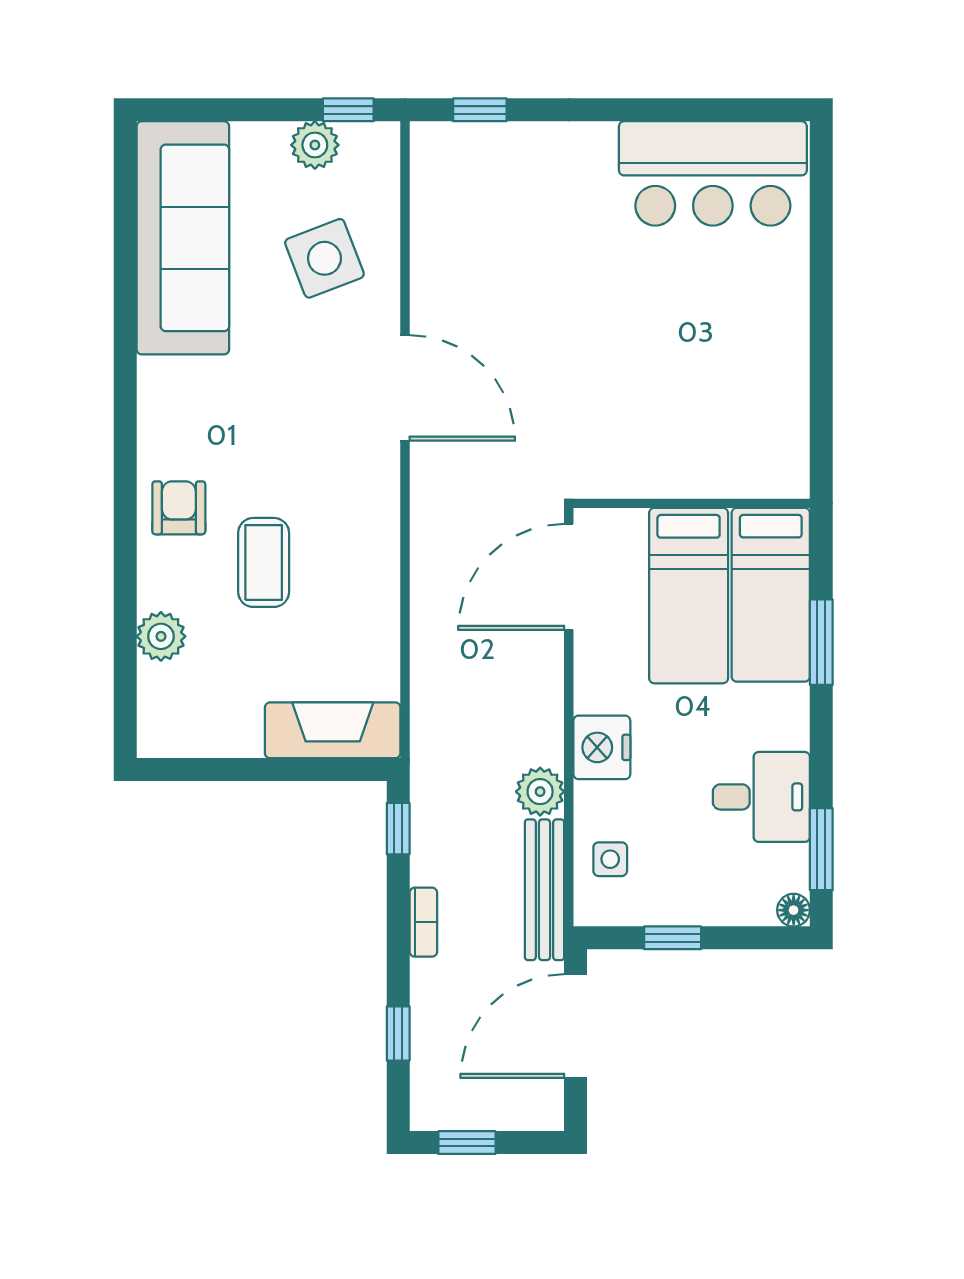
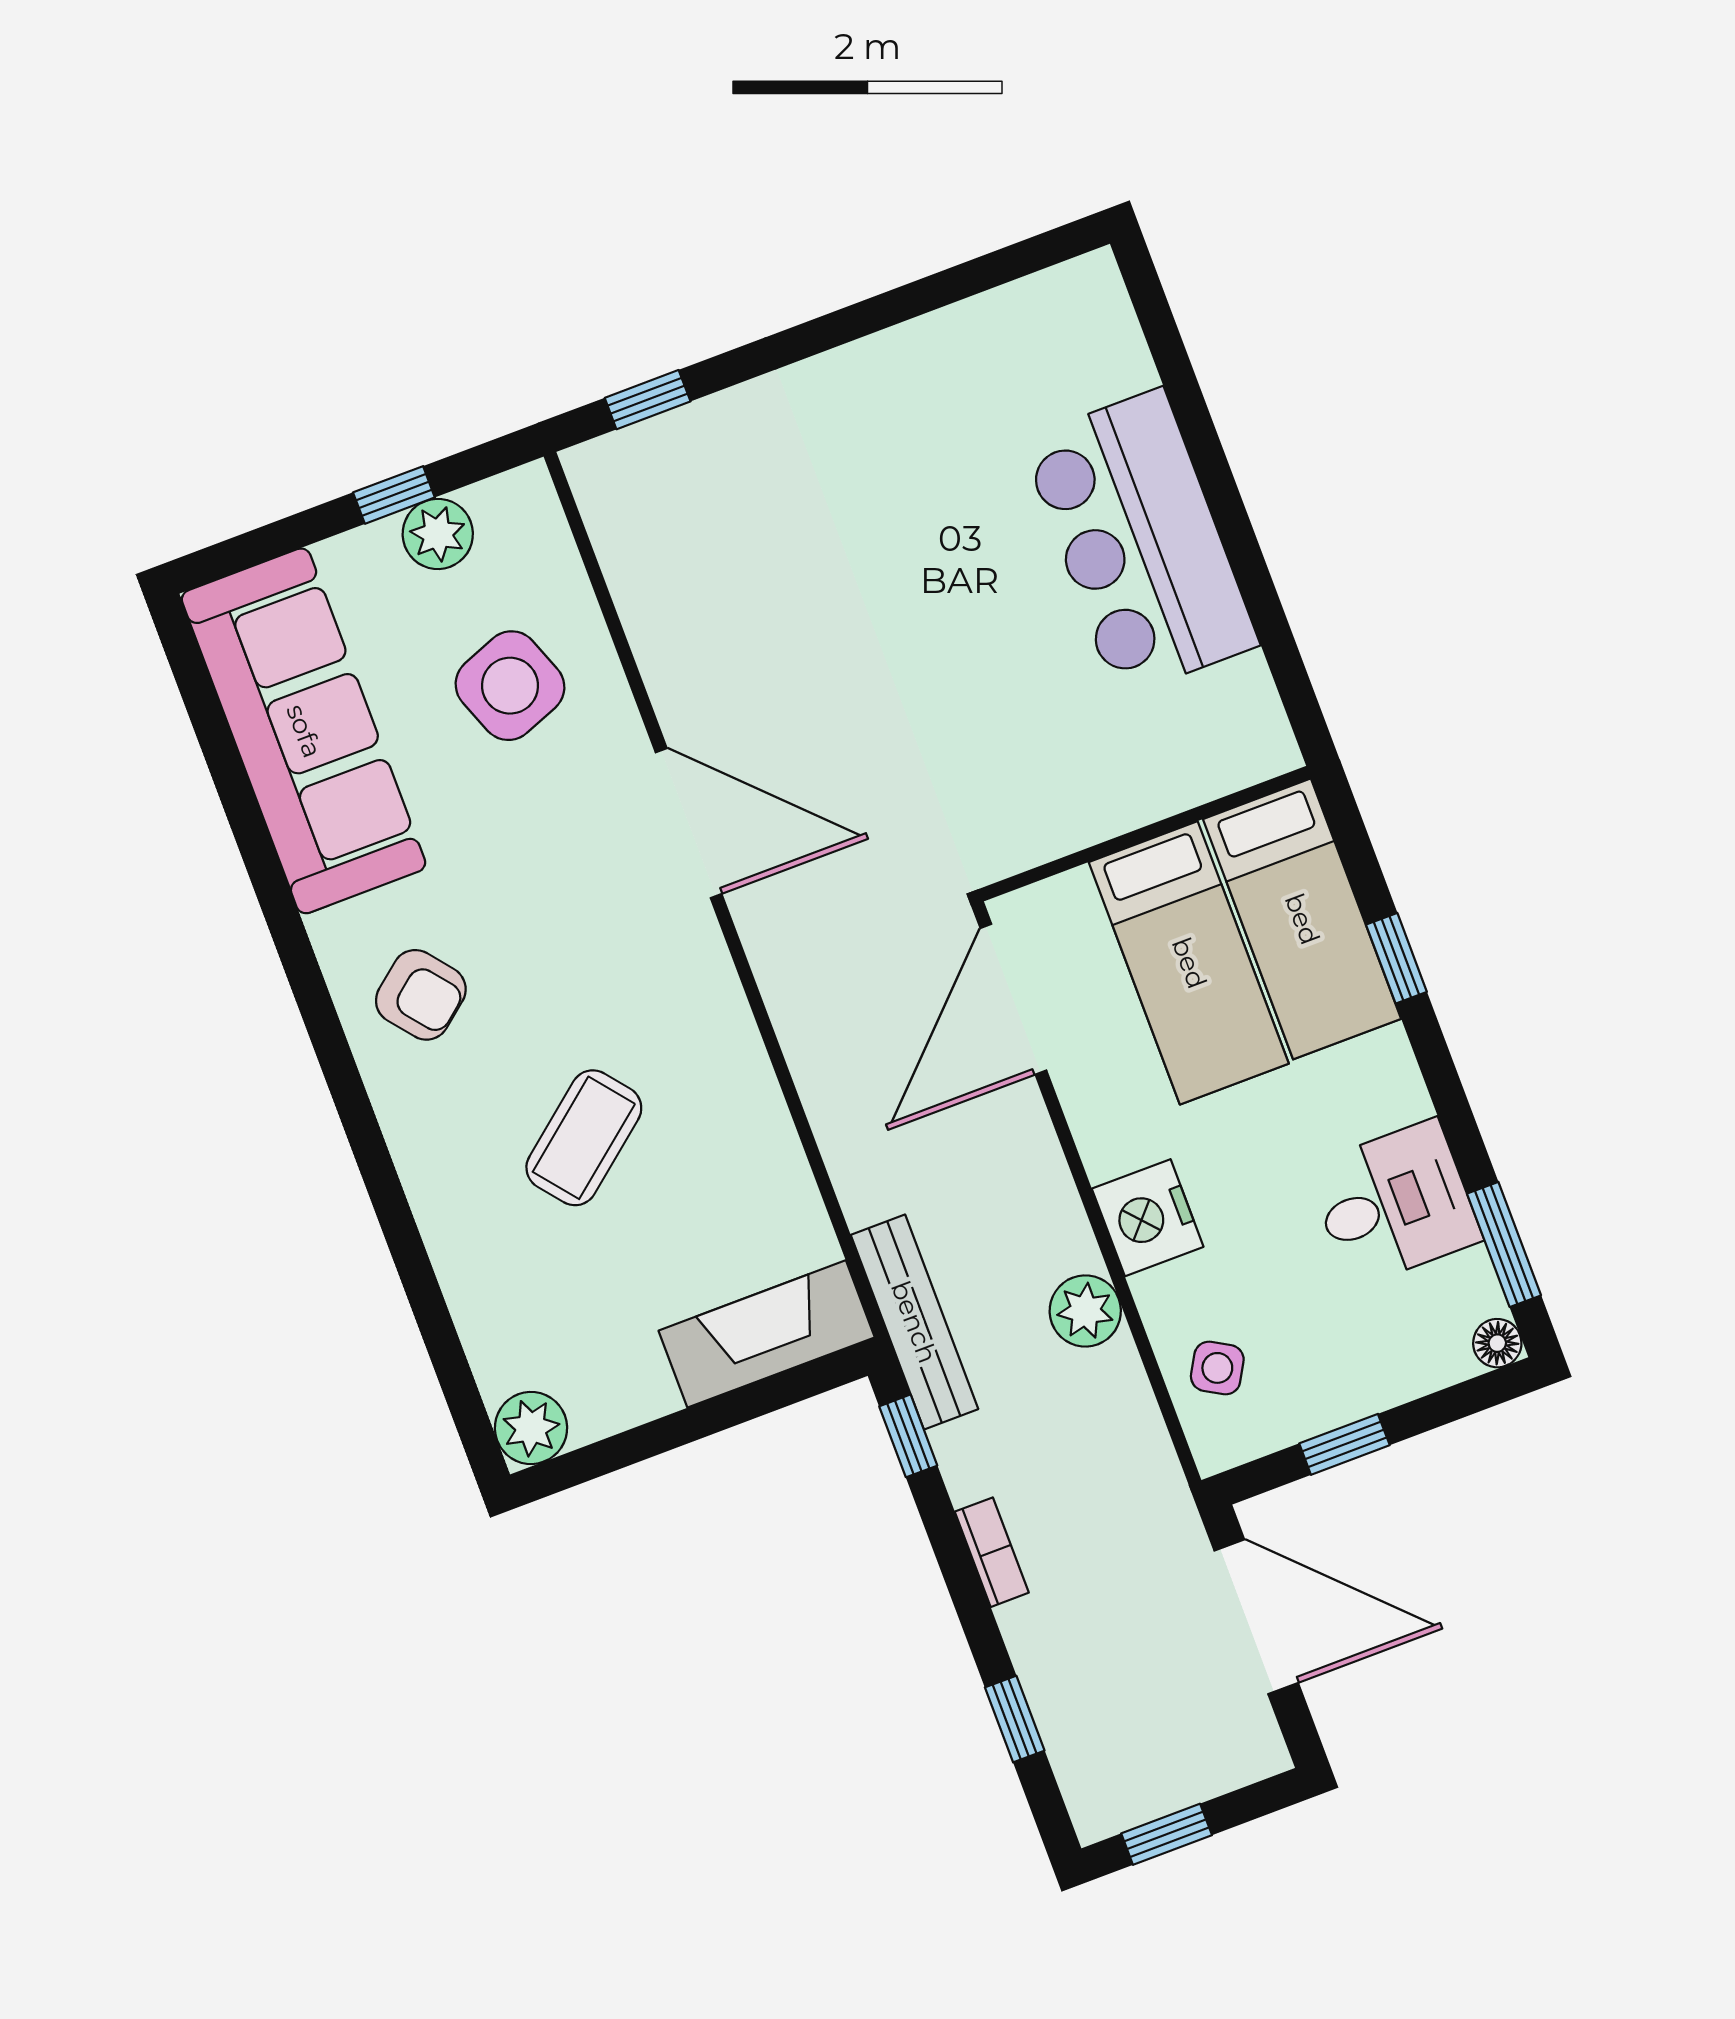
window: (348, 110) -> (394, 495), moved
bar counter: (713, 173) -> (1140, 543), moved, turned 90
armchair: (179, 508) -> (421, 995), moved, turned 141
coffee table: (264, 562) -> (584, 1138), turned 51
plant: (161, 636) -> (531, 1428), moved
window: (821, 642) -> (1396, 958), width x0.67
side table: (610, 859) -> (1217, 1368), turned 30
bench: (545, 890) -> (914, 1322), moved
door: (576, 1026) -> (1256, 1617), swing flipped

